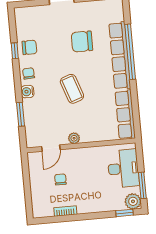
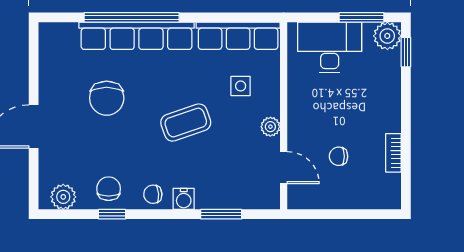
plant: (22, 21) -> (63, 197), added
side table: (96, 119) -> (241, 86), added

